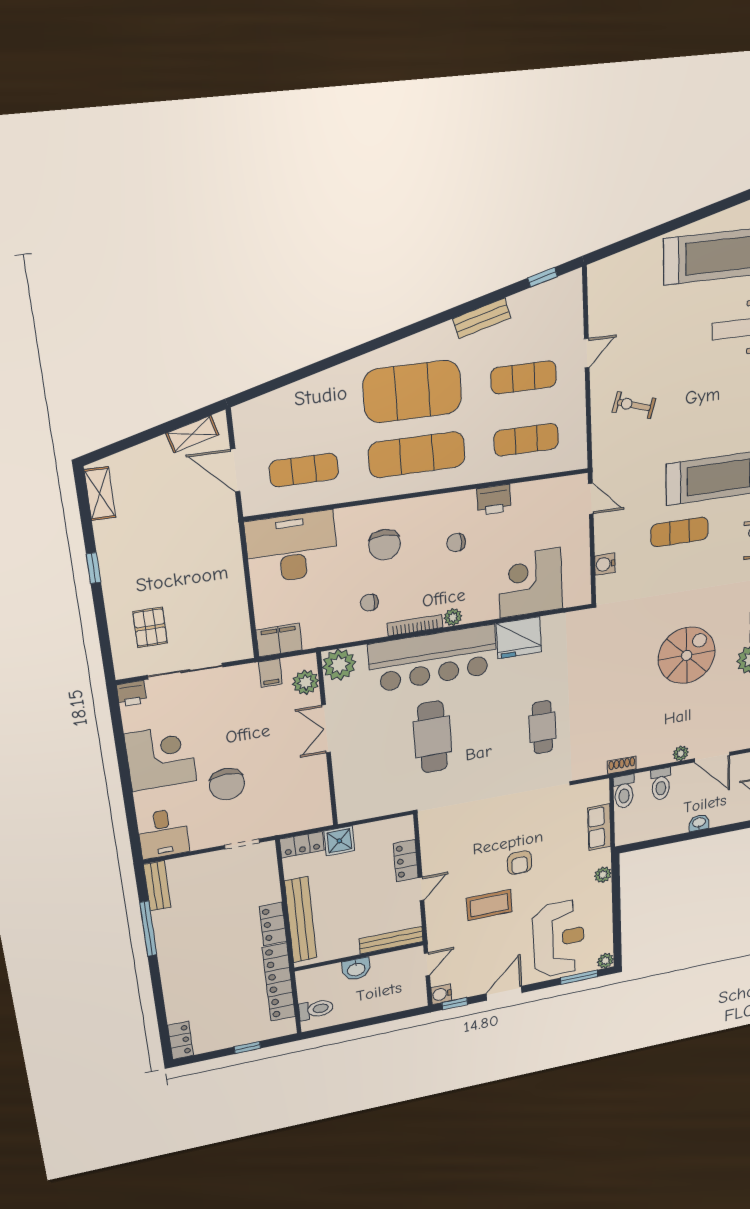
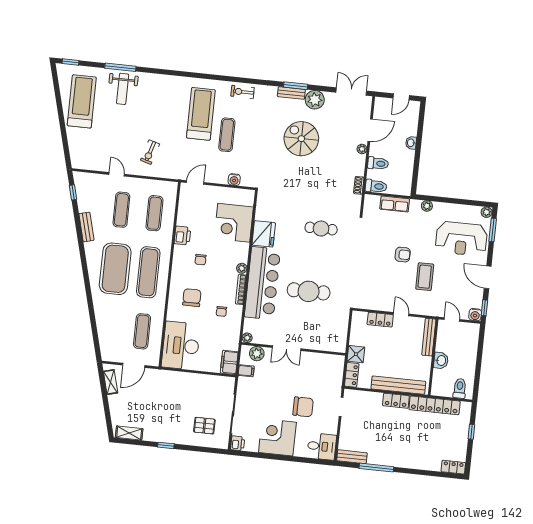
chair: (385, 545) -> (192, 298), turned -90
plant: (339, 665) -> (247, 338), width x0.53, depth x0.53
reception desk: (559, 939) -> (461, 239), turned 180

